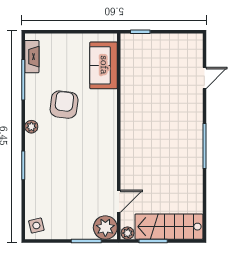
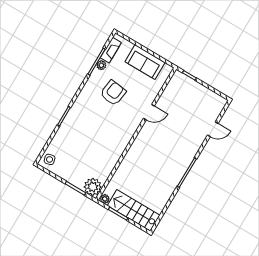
sofa: (104, 65) -> (145, 62), moved, turned -90
plant: (31, 127) -> (101, 65), moved
door: (119, 201) -> (149, 112), moved

